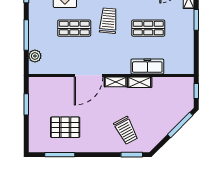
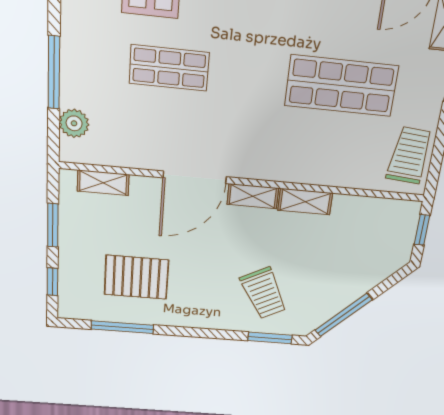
trolley: (108, 21) -> (409, 155), moved
shop shelf: (148, 28) -> (341, 86), width x1.43, depth x1.36
freezer: (147, 66) -> (327, 170), removed
shelving: (48, 82) -> (103, 183), added
window: (180, 125) -> (343, 315), moved
window: (26, 133) -> (52, 282), added

